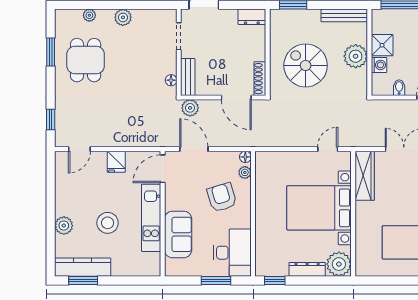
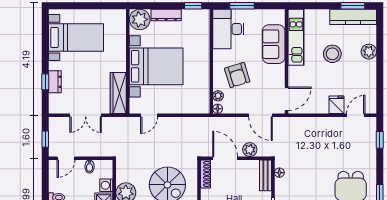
plant: (190, 108) -> (250, 150), moved
fridge: (116, 162) -> (337, 105), moved
kitchen unit: (151, 218) -> (296, 37), moved

